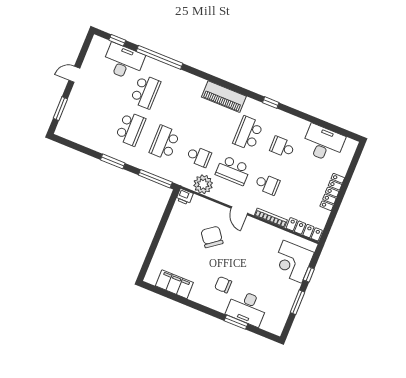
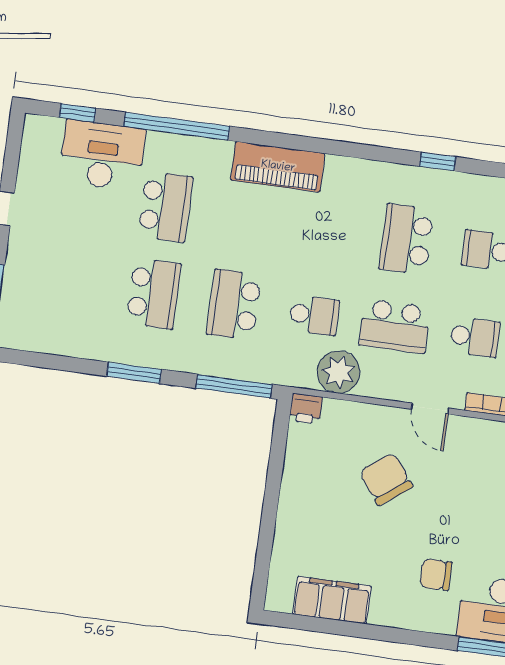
piano: (224, 97) -> (278, 167), moved

